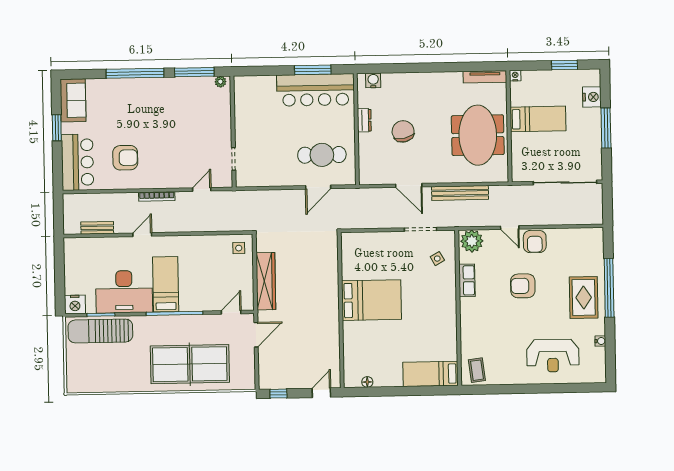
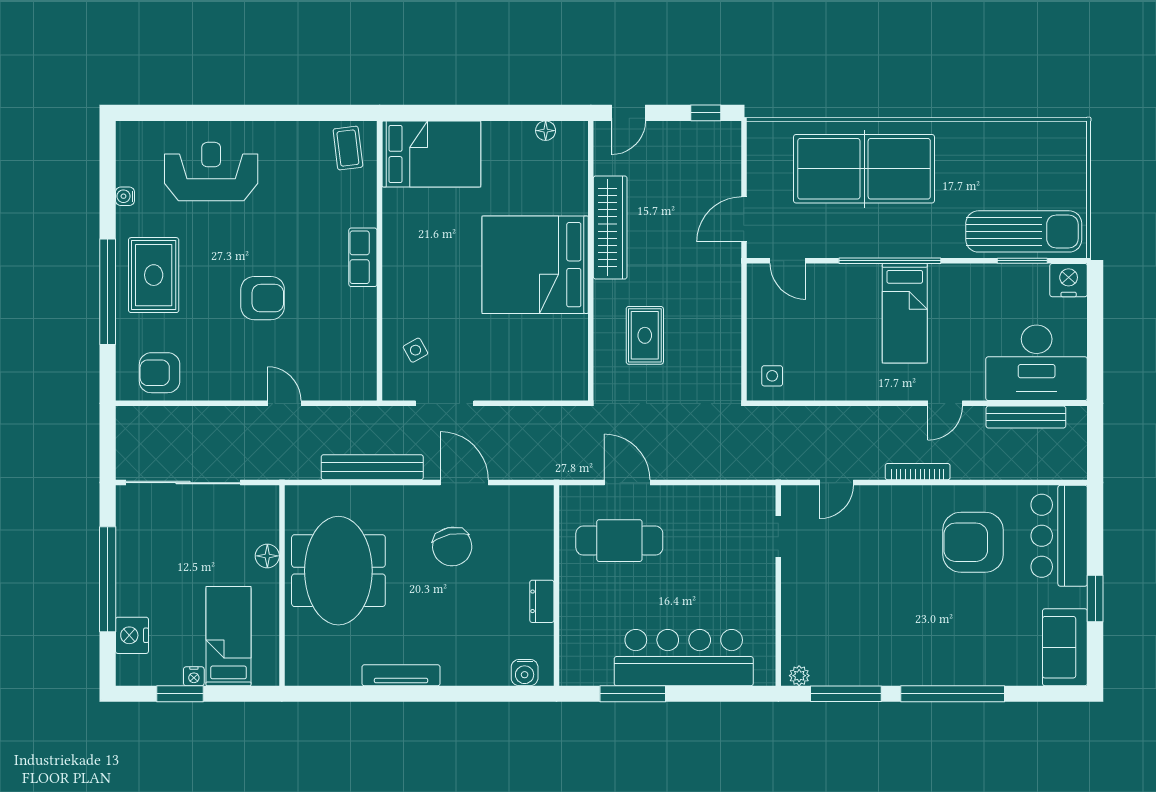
nightstand: (515, 76) -> (194, 676), moved
tv unit: (485, 77) -> (401, 675), moved
bar counter: (316, 90) -> (684, 658), moved
bed: (538, 119) -> (228, 636), moved, turned 90
window: (606, 128) -> (108, 579), width x1.46
chair: (403, 131) -> (452, 547), moved
floor lamp: (517, 143) -> (267, 556), added
armchair: (125, 158) -> (973, 542), width x1.36, depth x1.36
door: (318, 187) -> (627, 483), hinge flipped
bench: (97, 228) -> (1026, 417), width x1.36
plant: (472, 241) -> (353, 380), removed
armchair: (535, 242) -> (160, 373), moved, turned -90
rug: (310, 269) -> (645, 335), added
row of seats: (467, 280) -> (363, 257), moved
wardrobe: (266, 281) -> (610, 227), moved, turned 180
desk: (124, 292) -> (1037, 363), moved, turned 180
bed: (372, 300) -> (535, 265), width x1.36
door: (231, 312) -> (788, 261), hinge flipped
bed: (431, 374) -> (431, 154), width x1.50

